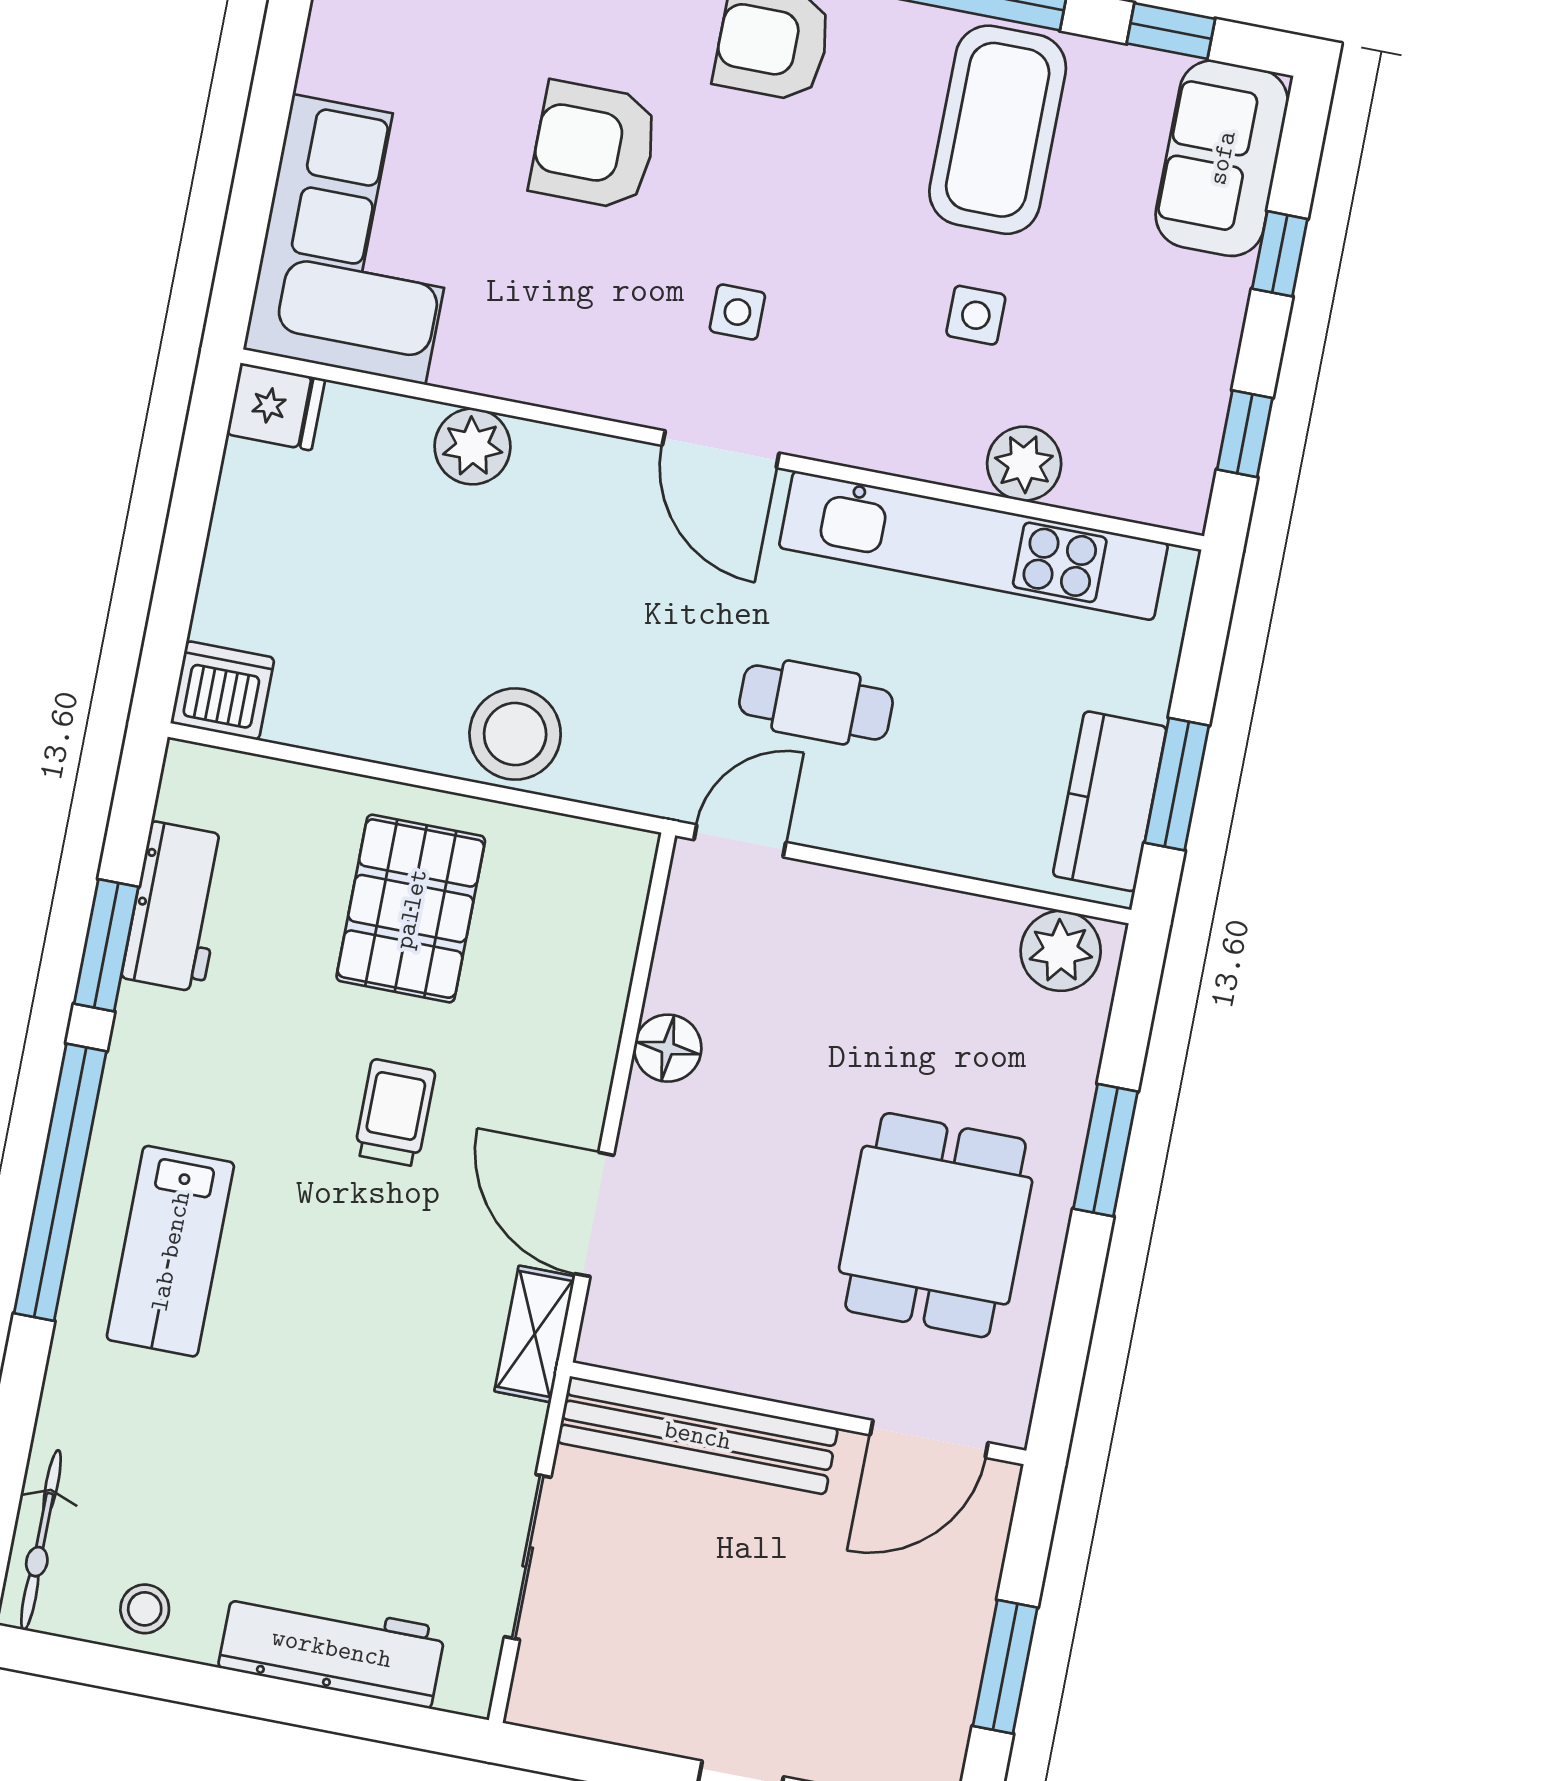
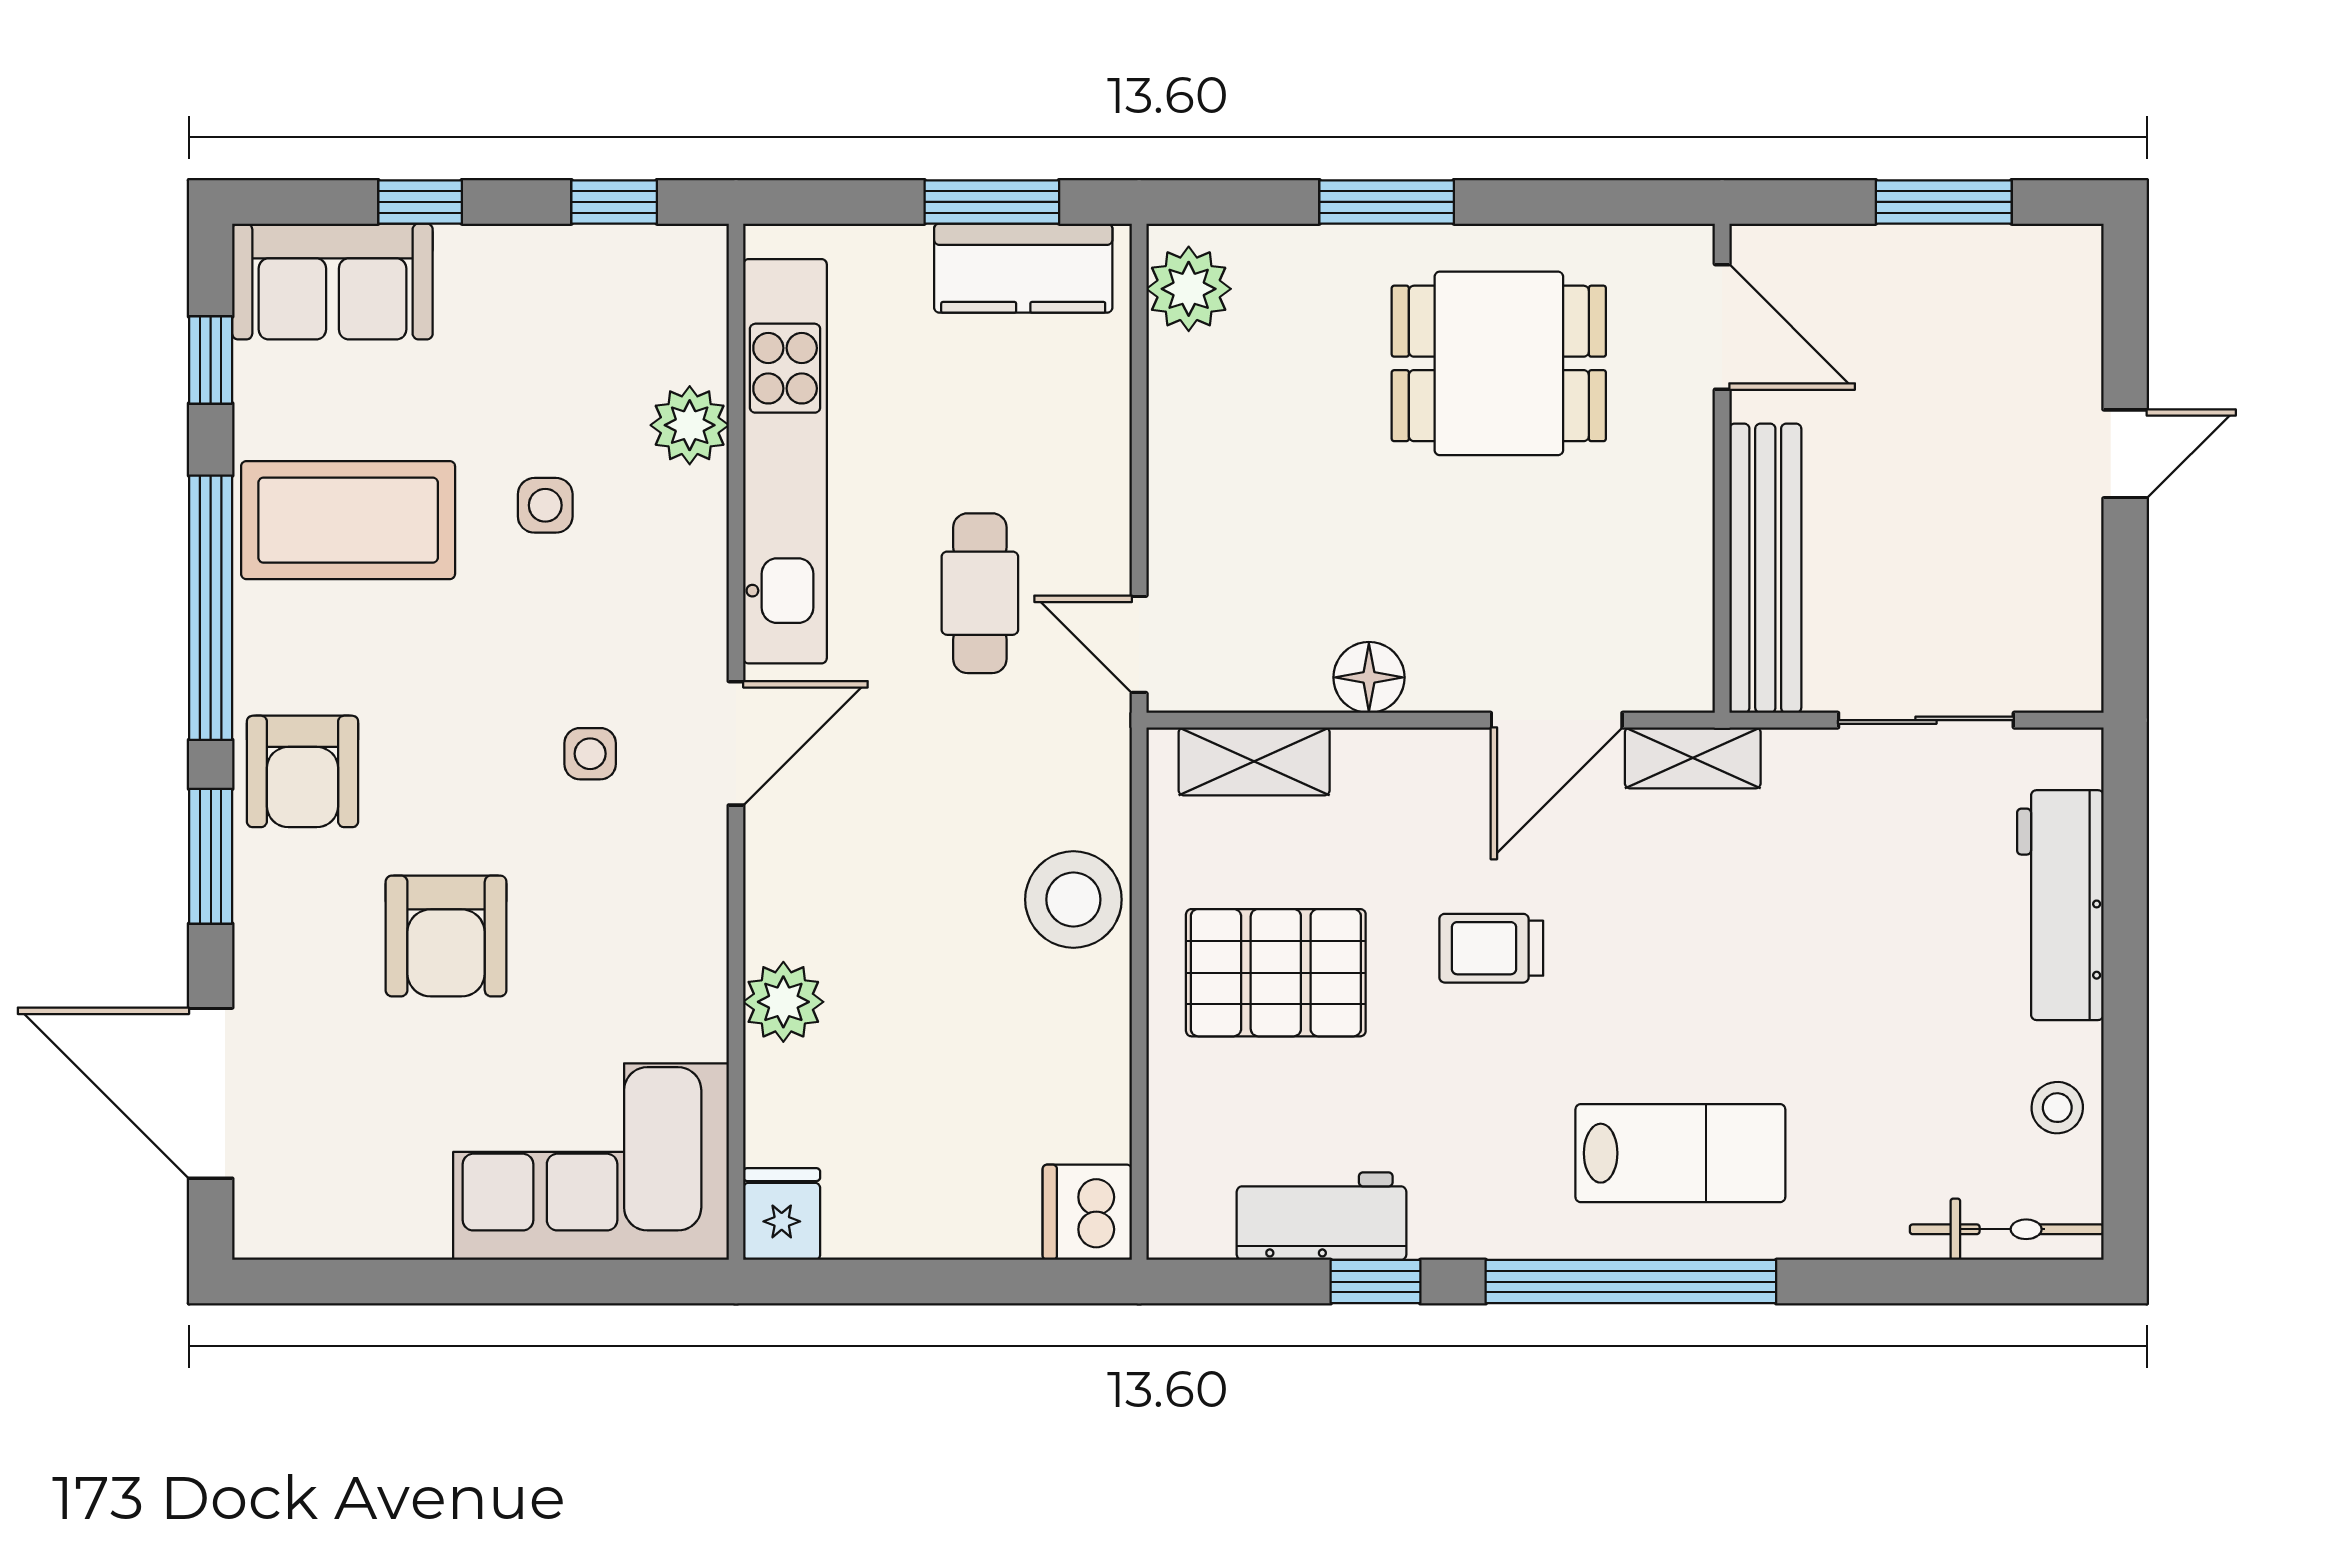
shelving: (611, 926) -> (1254, 761), added
window: (106, 945) -> (1375, 1282), width x0.67

